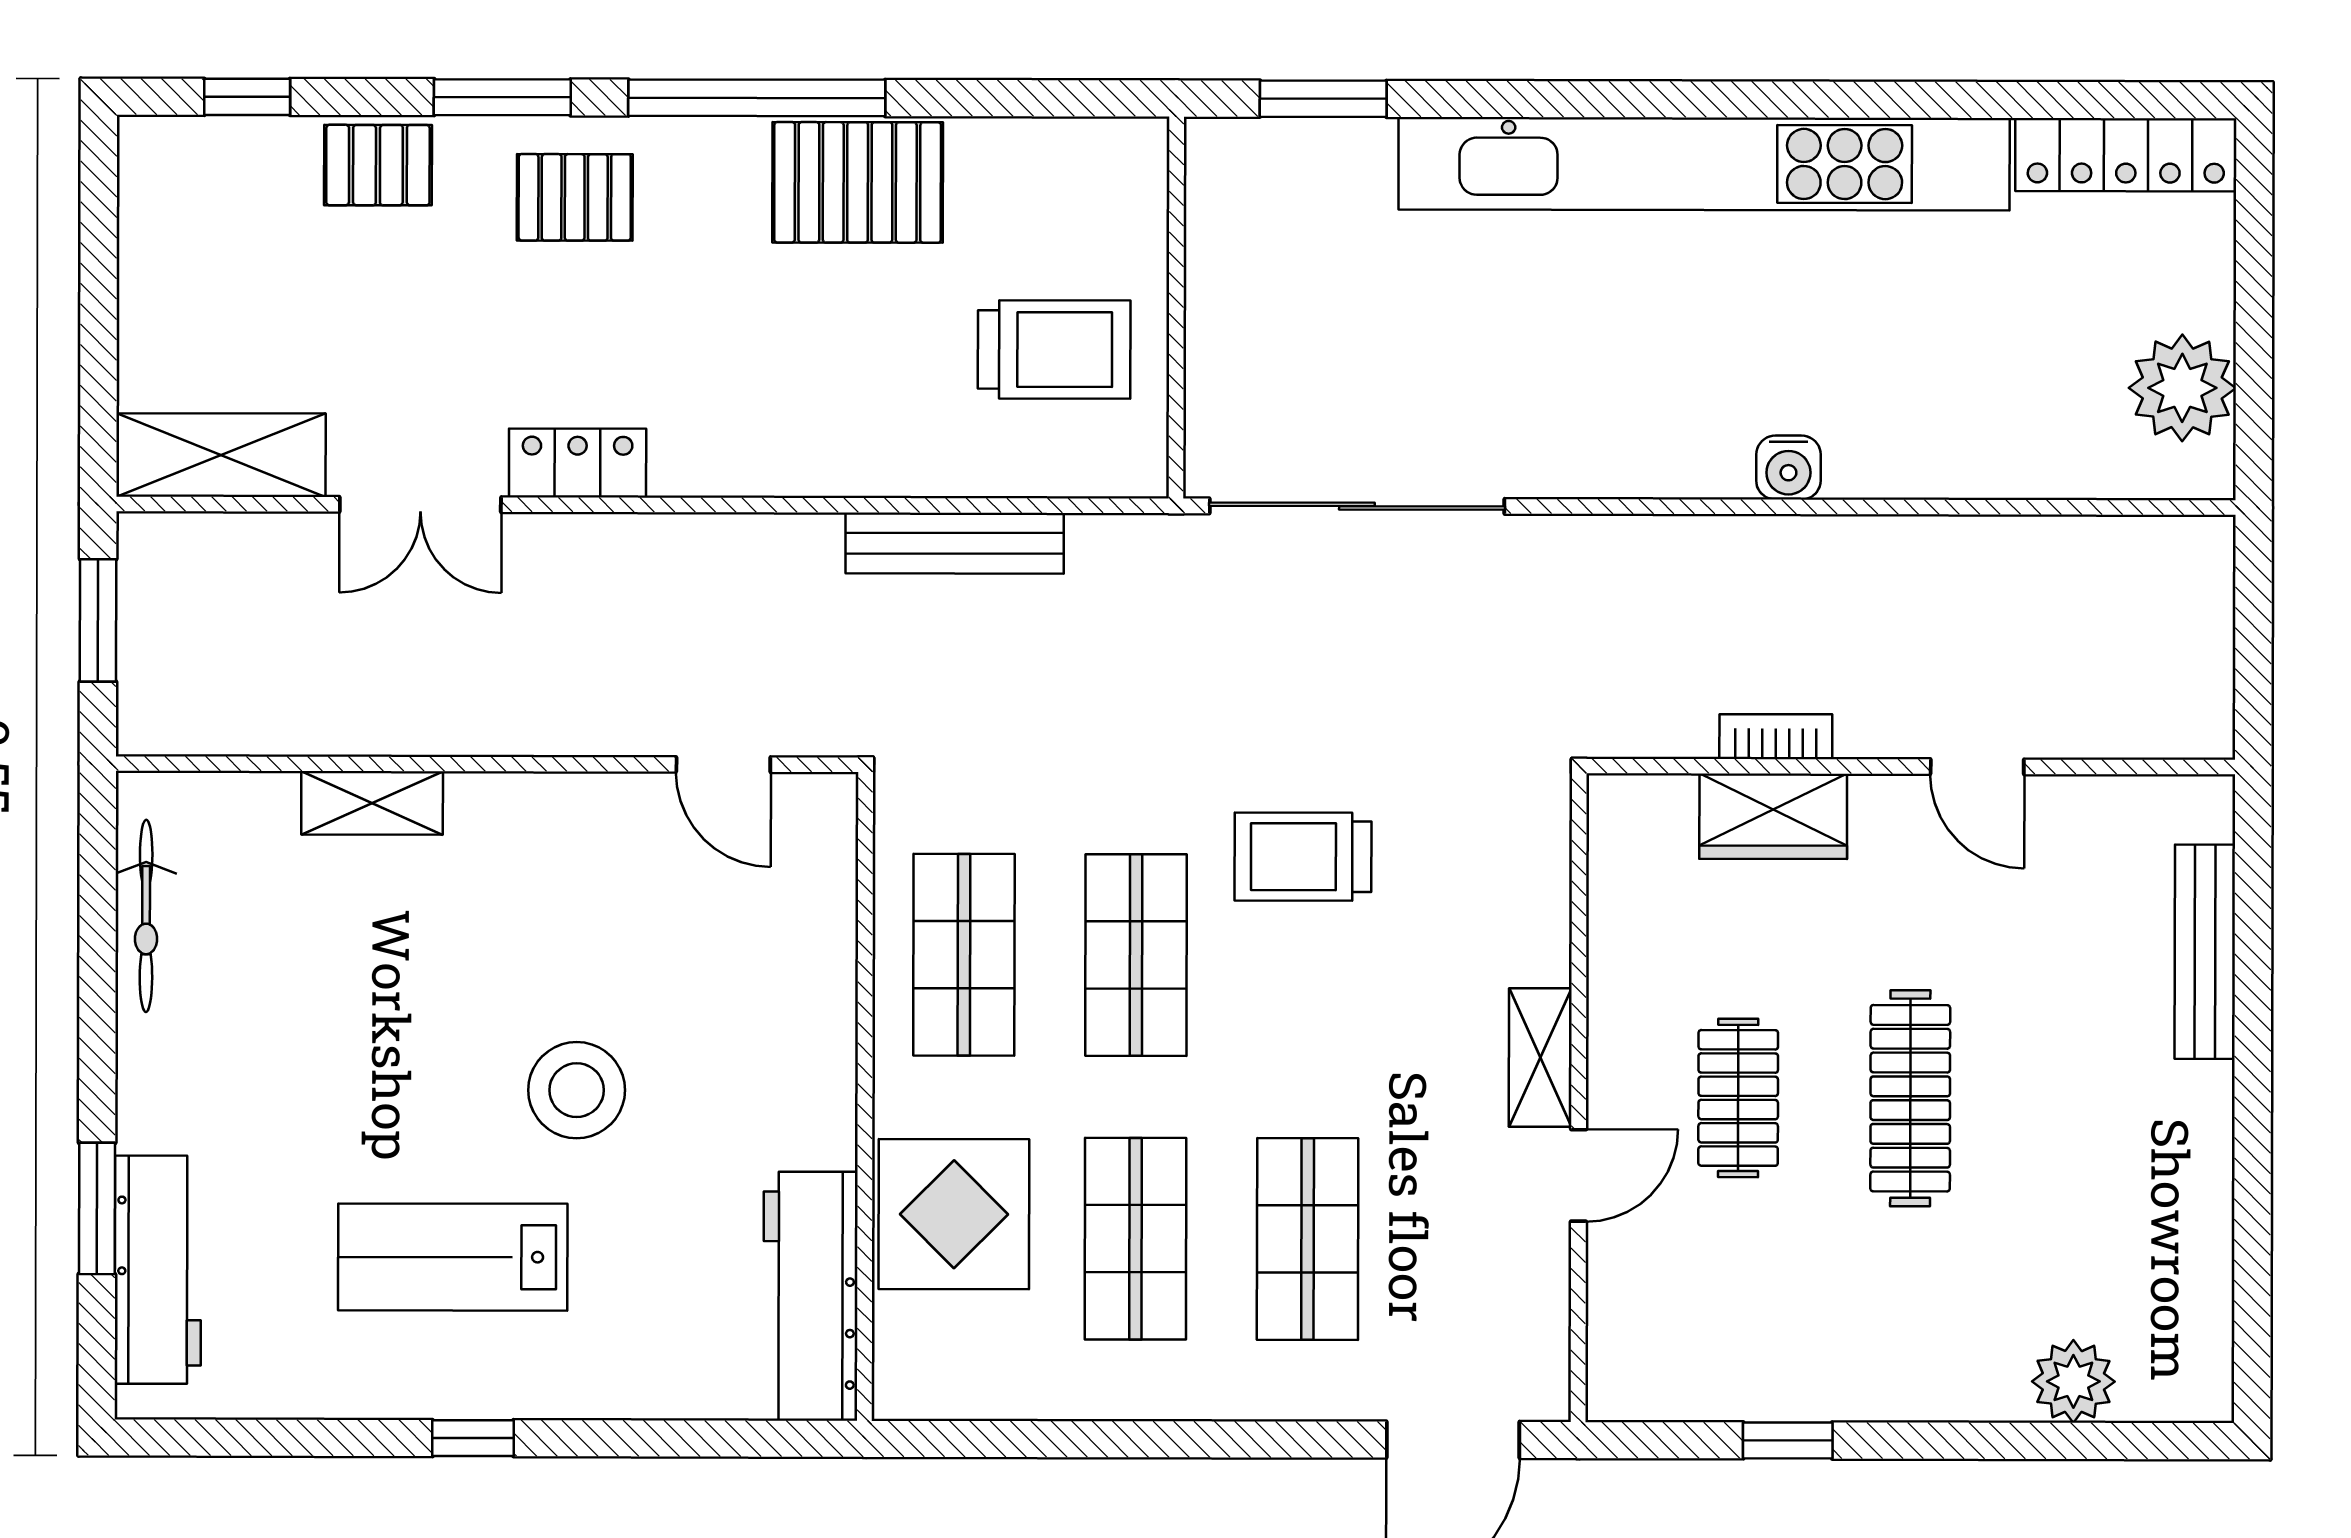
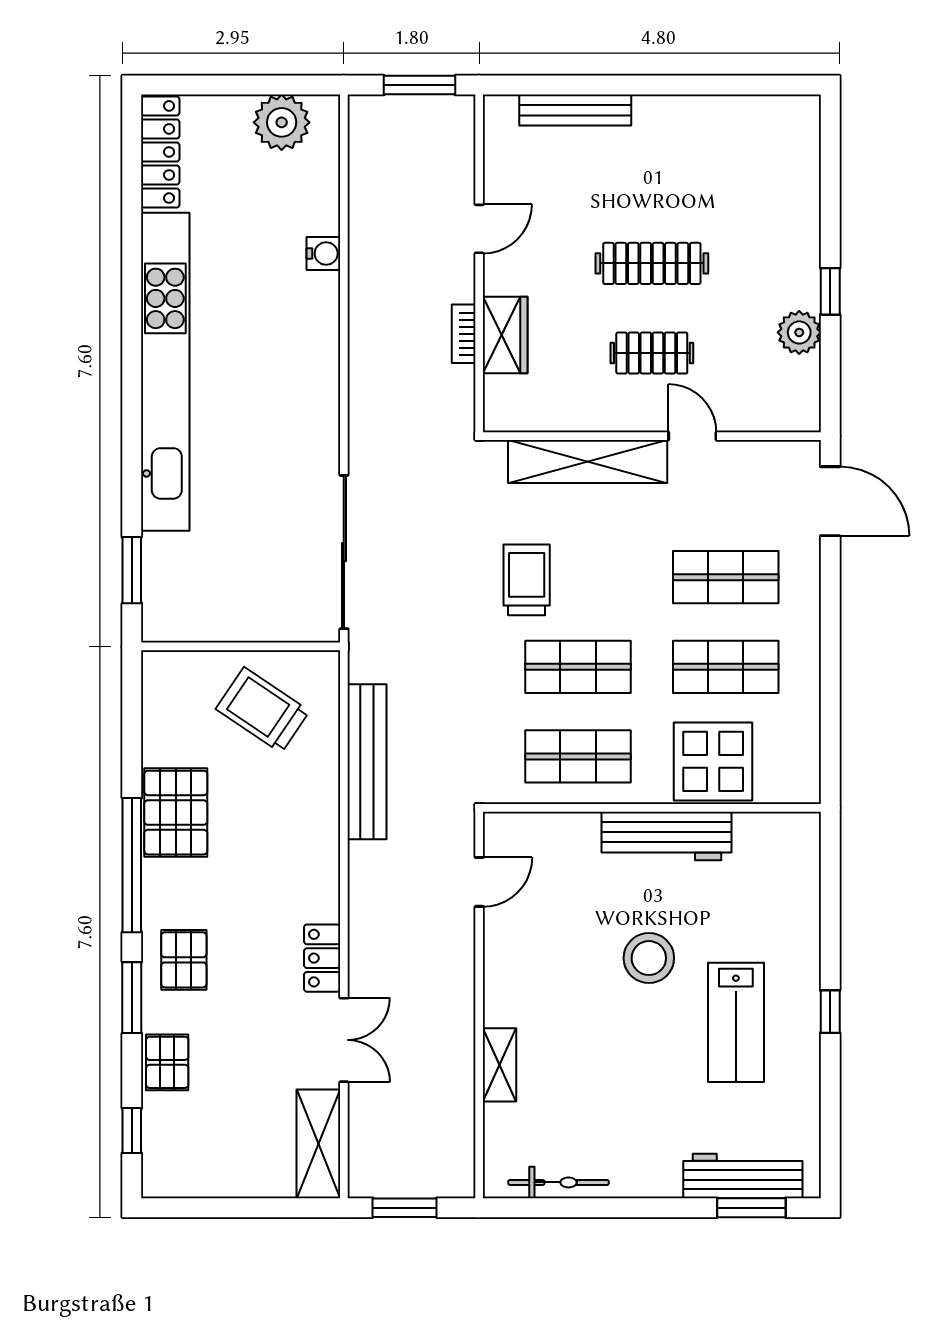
trolley: (1054, 350) -> (263, 710), turned -56
water cooler: (1788, 468) -> (323, 253), moved
bench: (955, 543) -> (367, 762), width x1.37, depth x1.21
window: (2253, 653) -> (420, 85), added
trolley: (1303, 857) -> (527, 580), turned 180
shelving: (1540, 1058) -> (588, 462), width x2.20, depth x1.33
window: (97, 1208) -> (751, 1208), moved
workbench: (811, 1296) -> (667, 836), moved
plant: (2073, 1381) -> (799, 332), moved
window: (1788, 1440) -> (830, 291), moved

